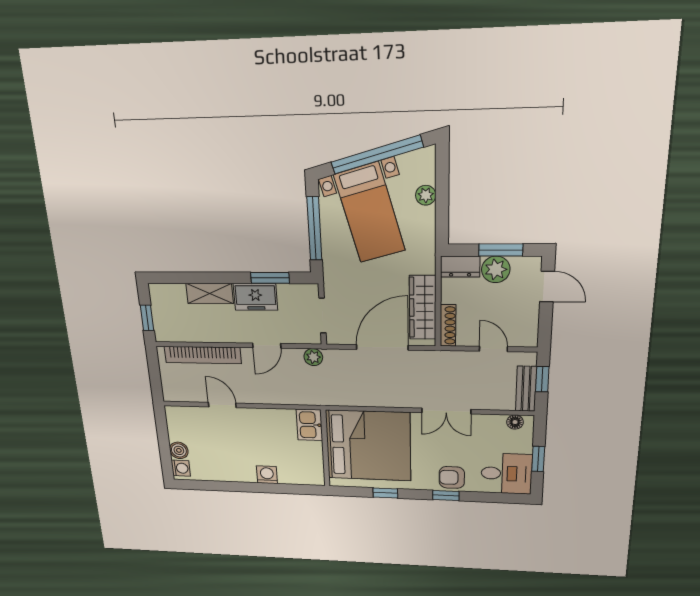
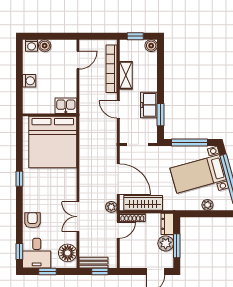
boiler: (159, 293) -> (151, 46), added
shelving: (210, 293) -> (126, 75), moved
door: (493, 349) -> (118, 230), moved
plant: (313, 357) -> (111, 207), moved
door: (222, 405) -> (78, 60), moved
floor lamp: (515, 422) -> (68, 253), width x1.89, depth x1.89
kitchen sink: (309, 425) -> (66, 106), moved
bed: (368, 446) -> (53, 142), moved
wall: (325, 449) -> (50, 115), moved
washing machine: (267, 475) -> (29, 81), moved
window: (446, 496) -> (19, 251), moved

